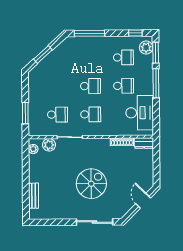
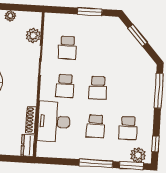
window: (25, 113) -> (90, 12), moved
desk: (140, 113) -> (54, 122), moved, turned 90
plant: (33, 149) -> (10, 16), moved

